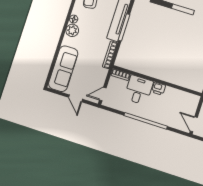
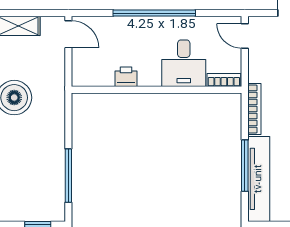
printer: (159, 89) -> (126, 77), moved
door: (103, 94) -> (245, 36), swing flipped

